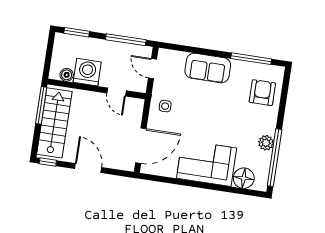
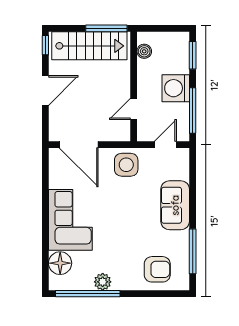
washing machine: (87, 72) -> (176, 88), moved, turned 180
side table: (165, 106) -> (126, 165), width x1.87, depth x1.87

